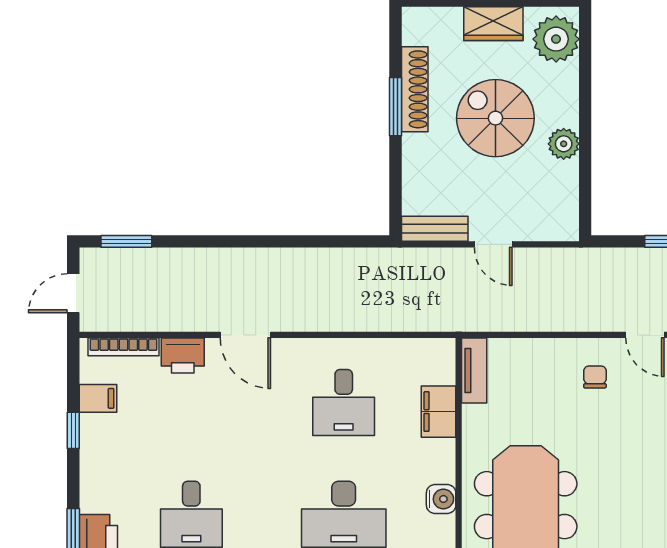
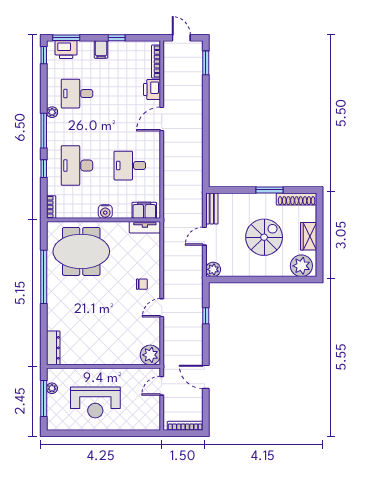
shoe rack: (415, 89) -> (297, 199), moved
plant: (564, 144) -> (213, 269), moved
filing cabinet: (98, 398) -> (101, 49), moved
filing cabinet: (439, 412) -> (144, 210), moved
water cooler: (441, 499) -> (105, 212), moved

